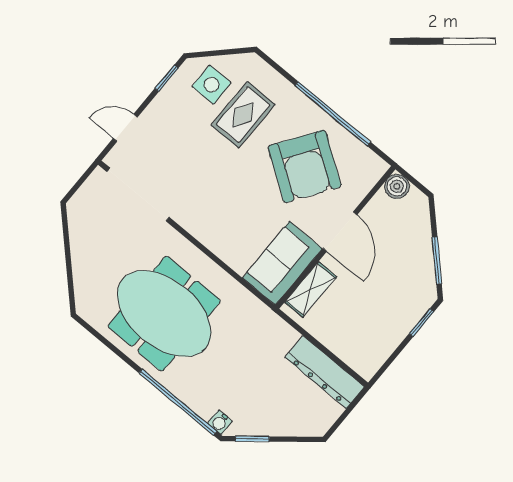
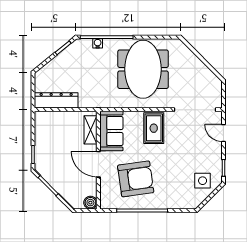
rug: (243, 115) -> (154, 128), moved
door: (125, 128) -> (223, 133), swing flipped
armchair: (305, 166) -> (136, 179), turned 138
meeting table: (164, 314) -> (143, 69), turned 90
water cooler: (220, 422) -> (98, 43), moved

